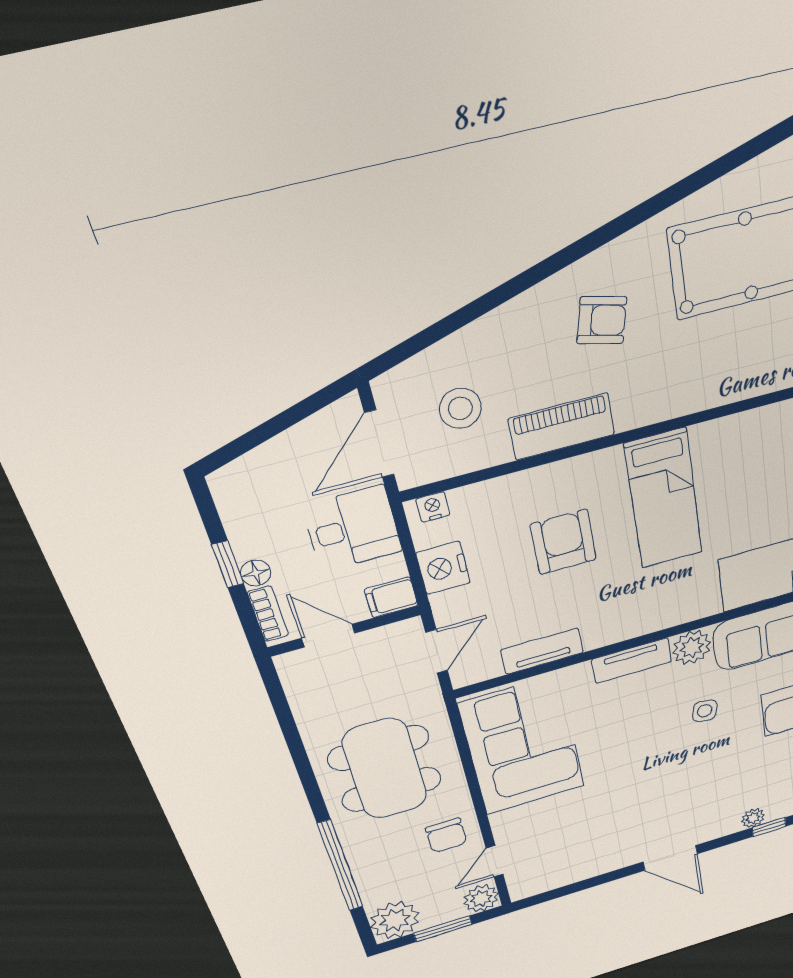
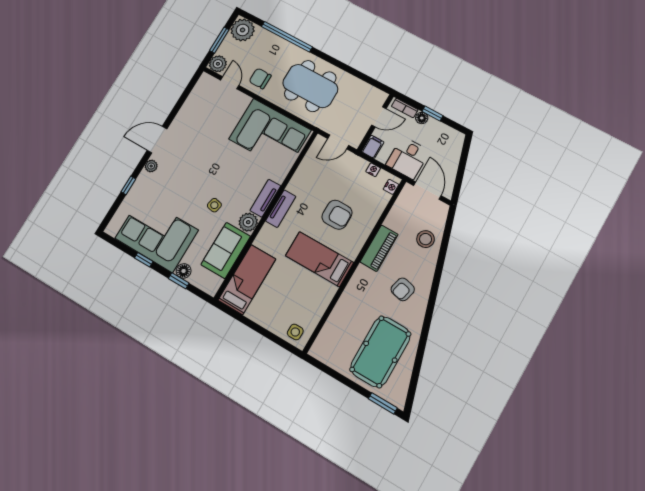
stool: (460, 408) -> (426, 239), moved
nightstand: (443, 568) -> (373, 170), width x0.53, depth x0.56
door: (437, 651) -> (338, 142), hinge flipped
tv unit: (542, 651) -> (281, 209), moved
plant: (753, 818) -> (151, 166), moved

